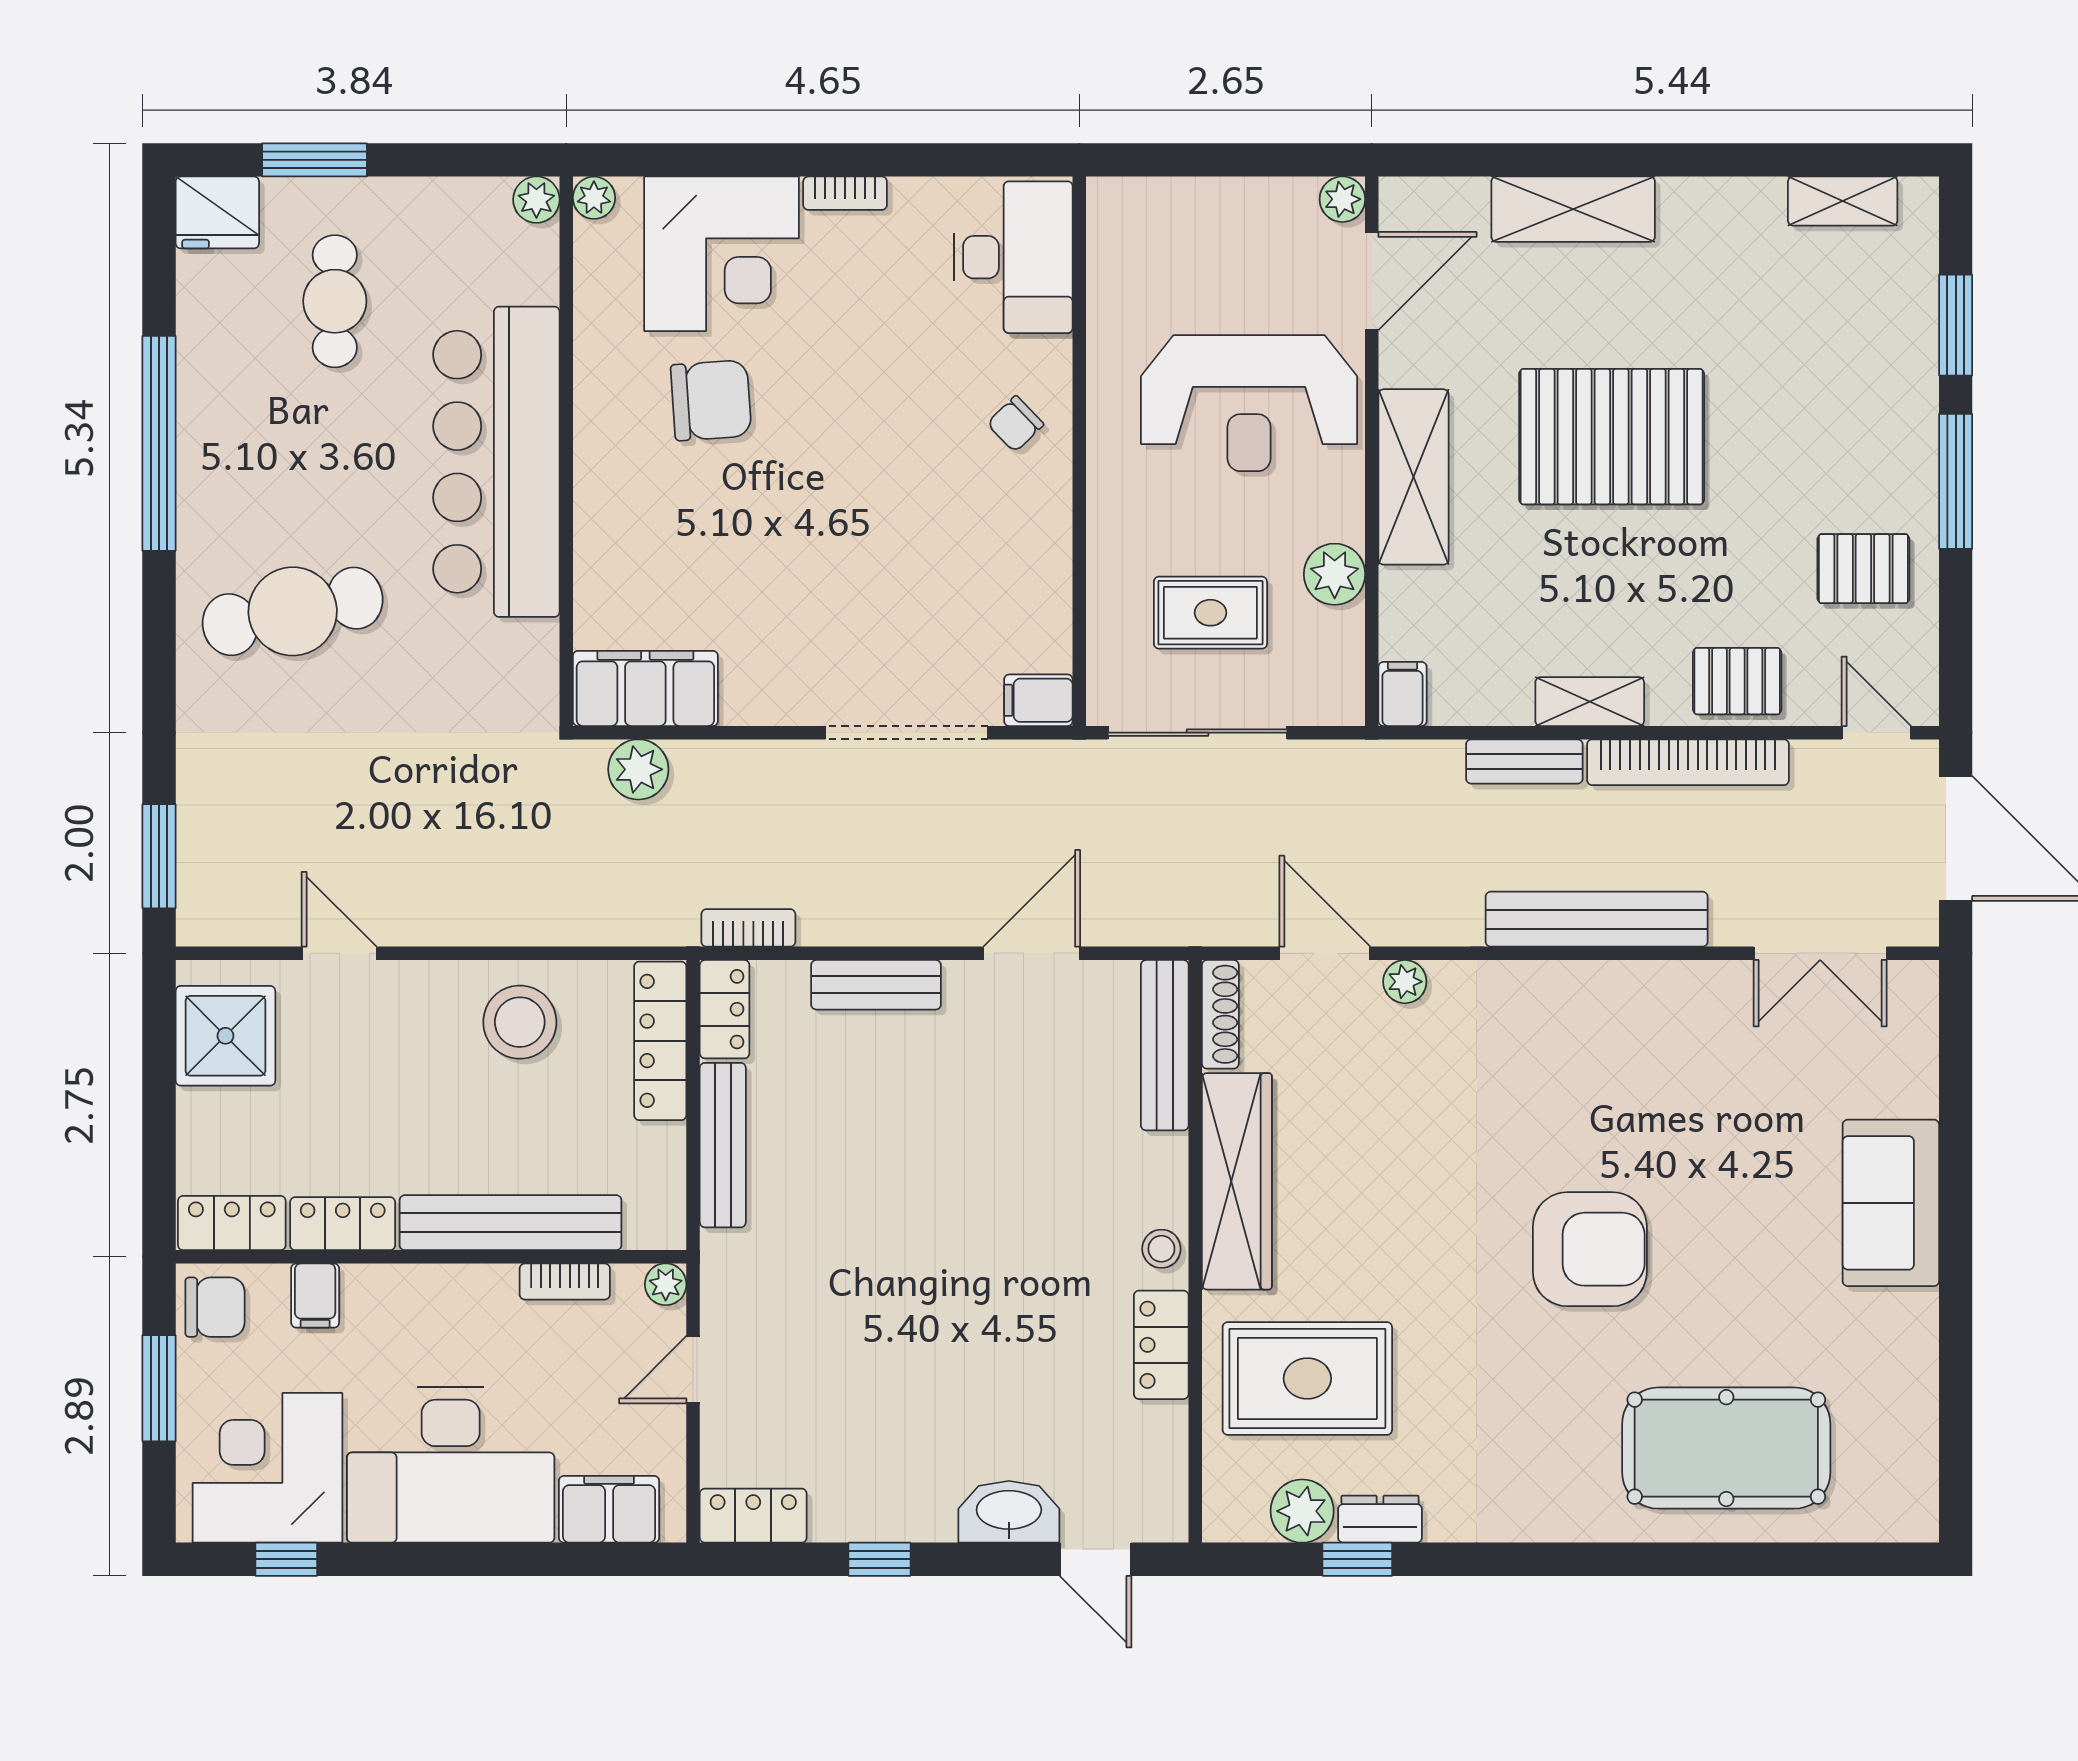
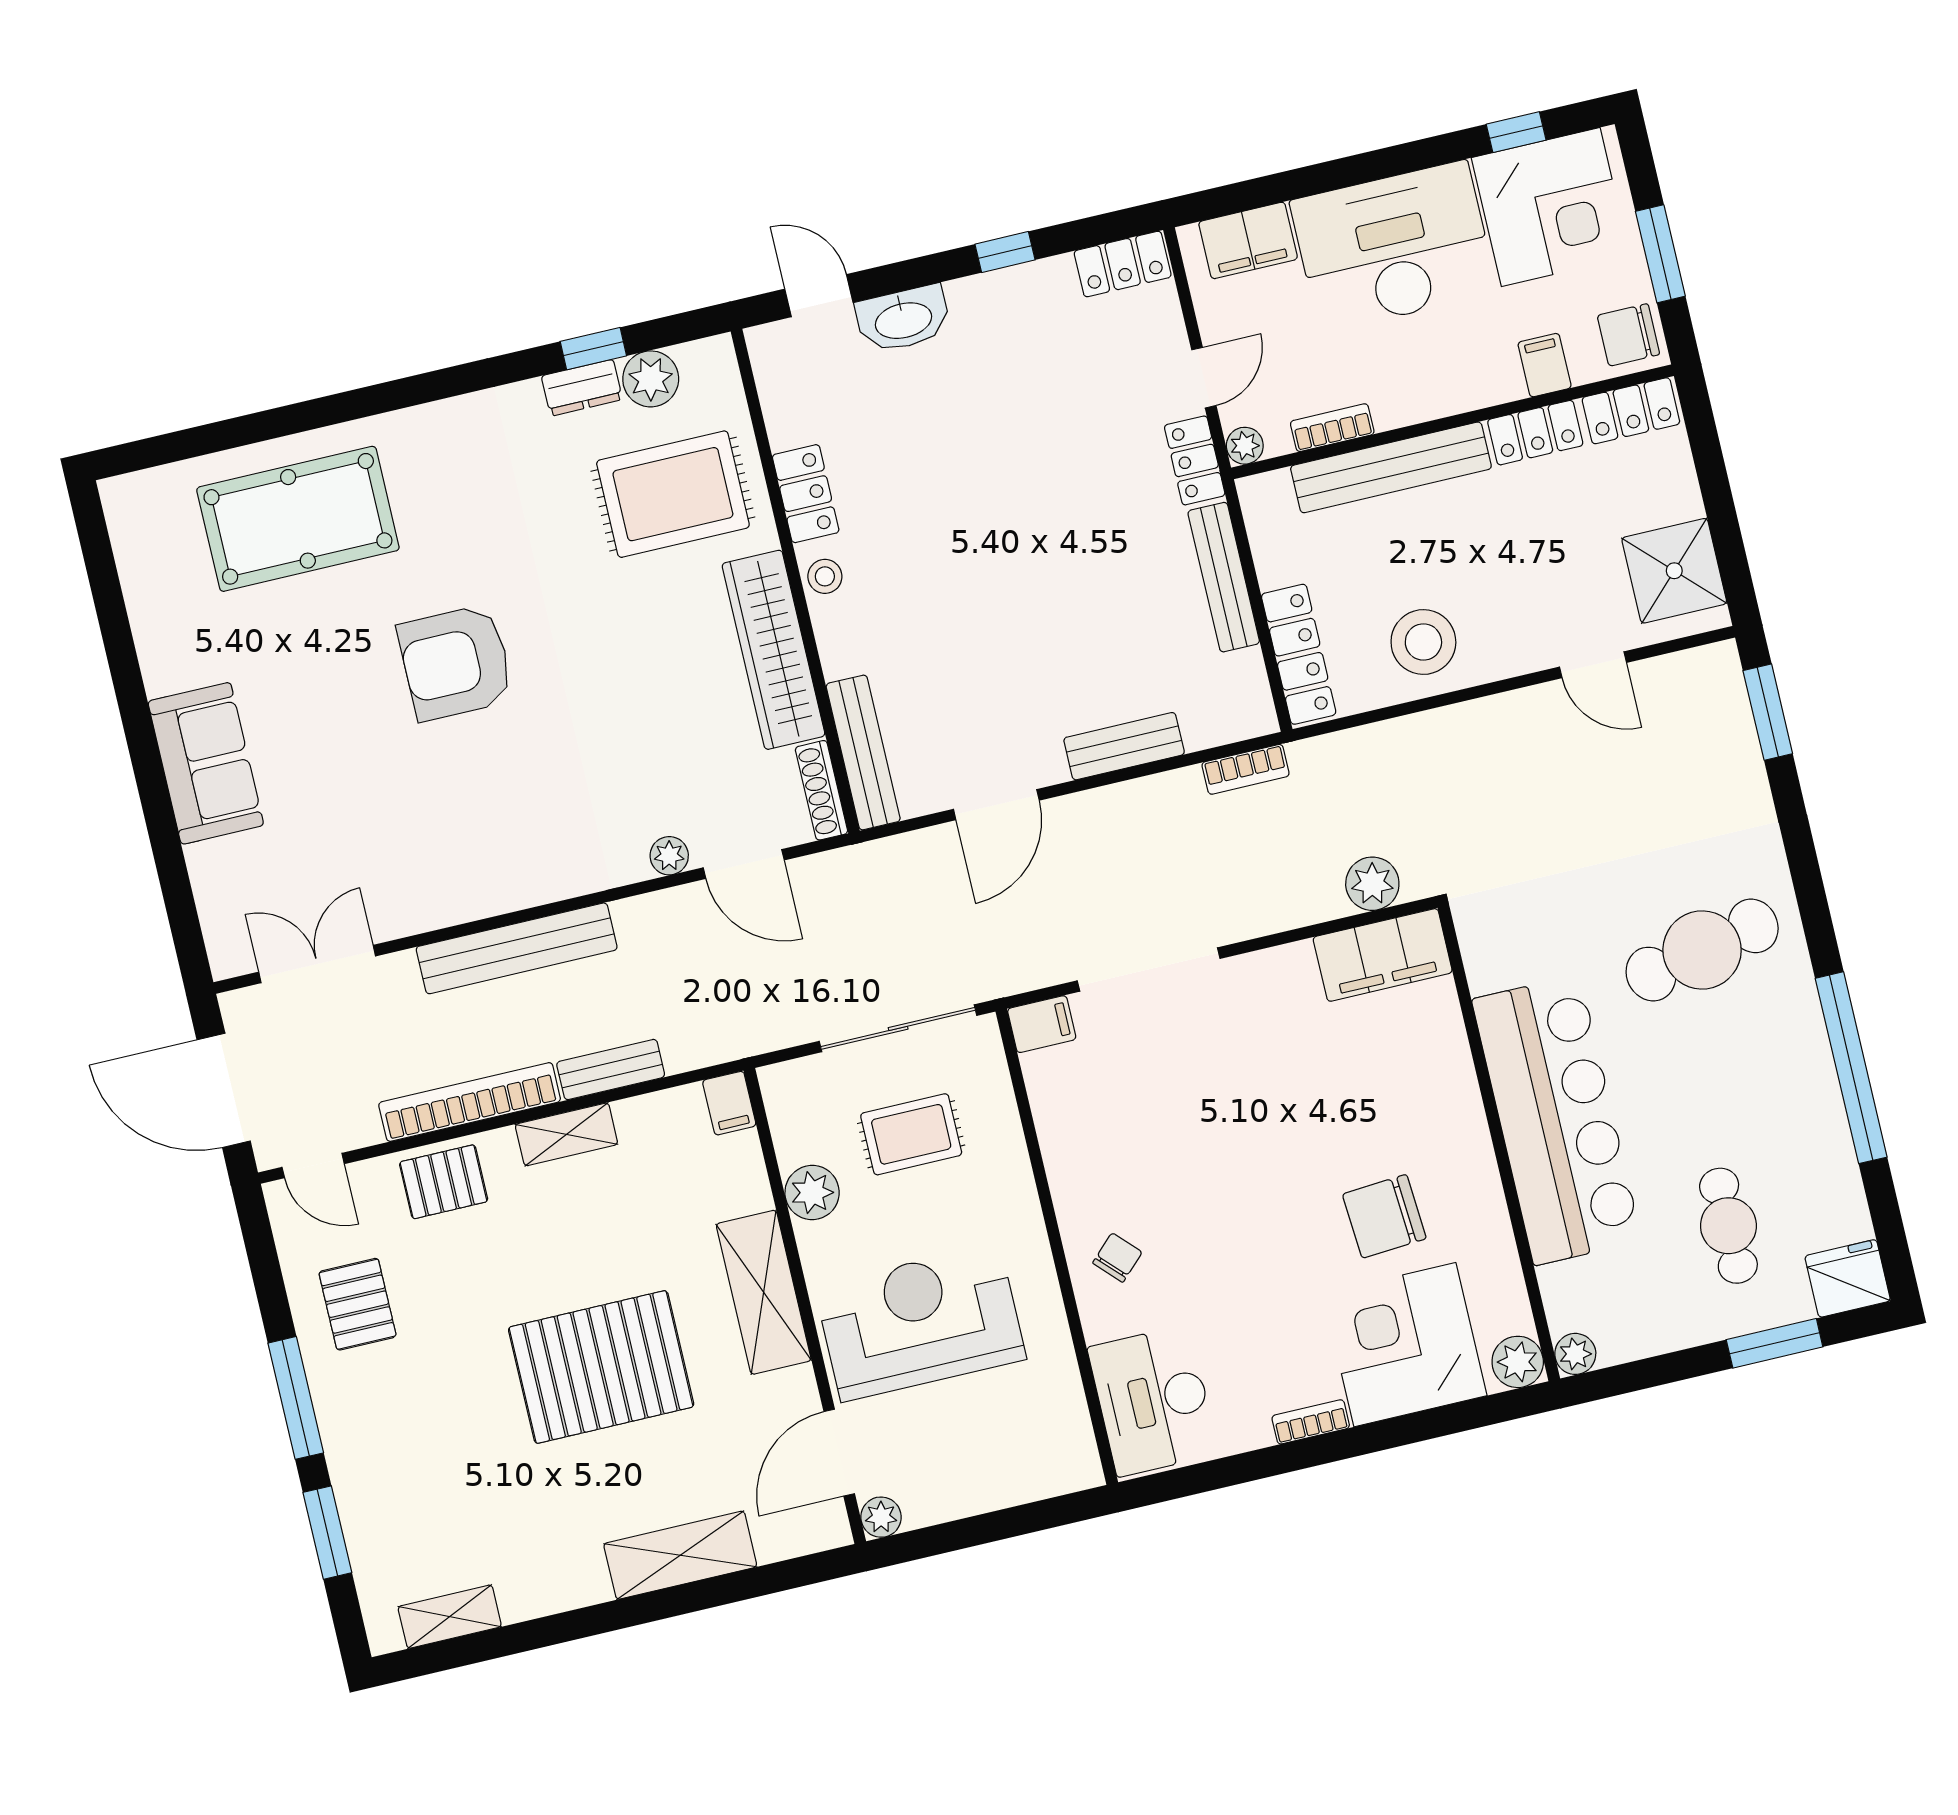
plant: (594, 198) -> (1518, 1362), width x1.38, depth x1.38
pallet: (1863, 569) -> (358, 1304), turned 90
locker: (725, 1009) -> (1195, 460), moved

